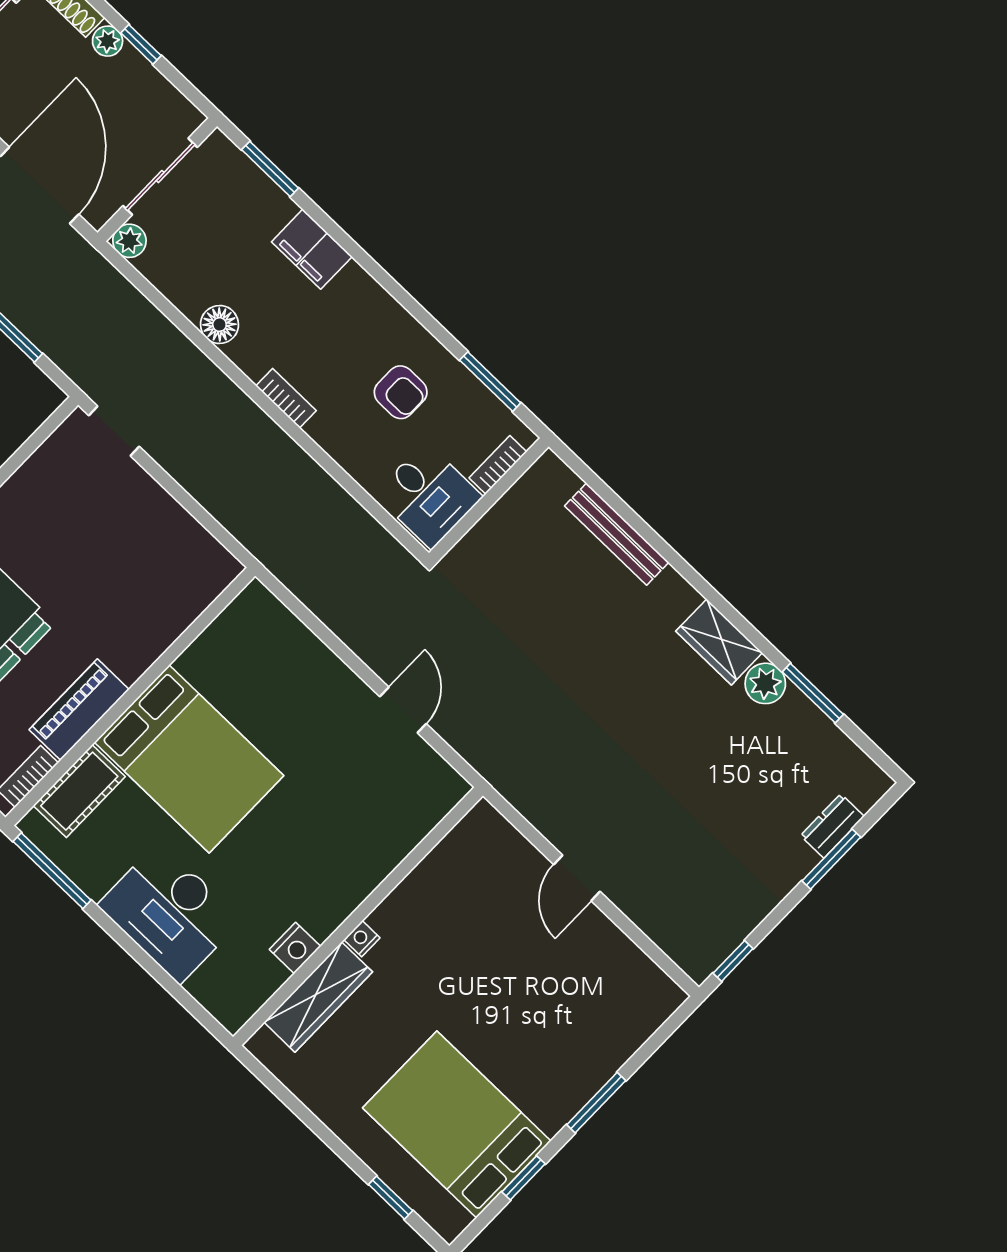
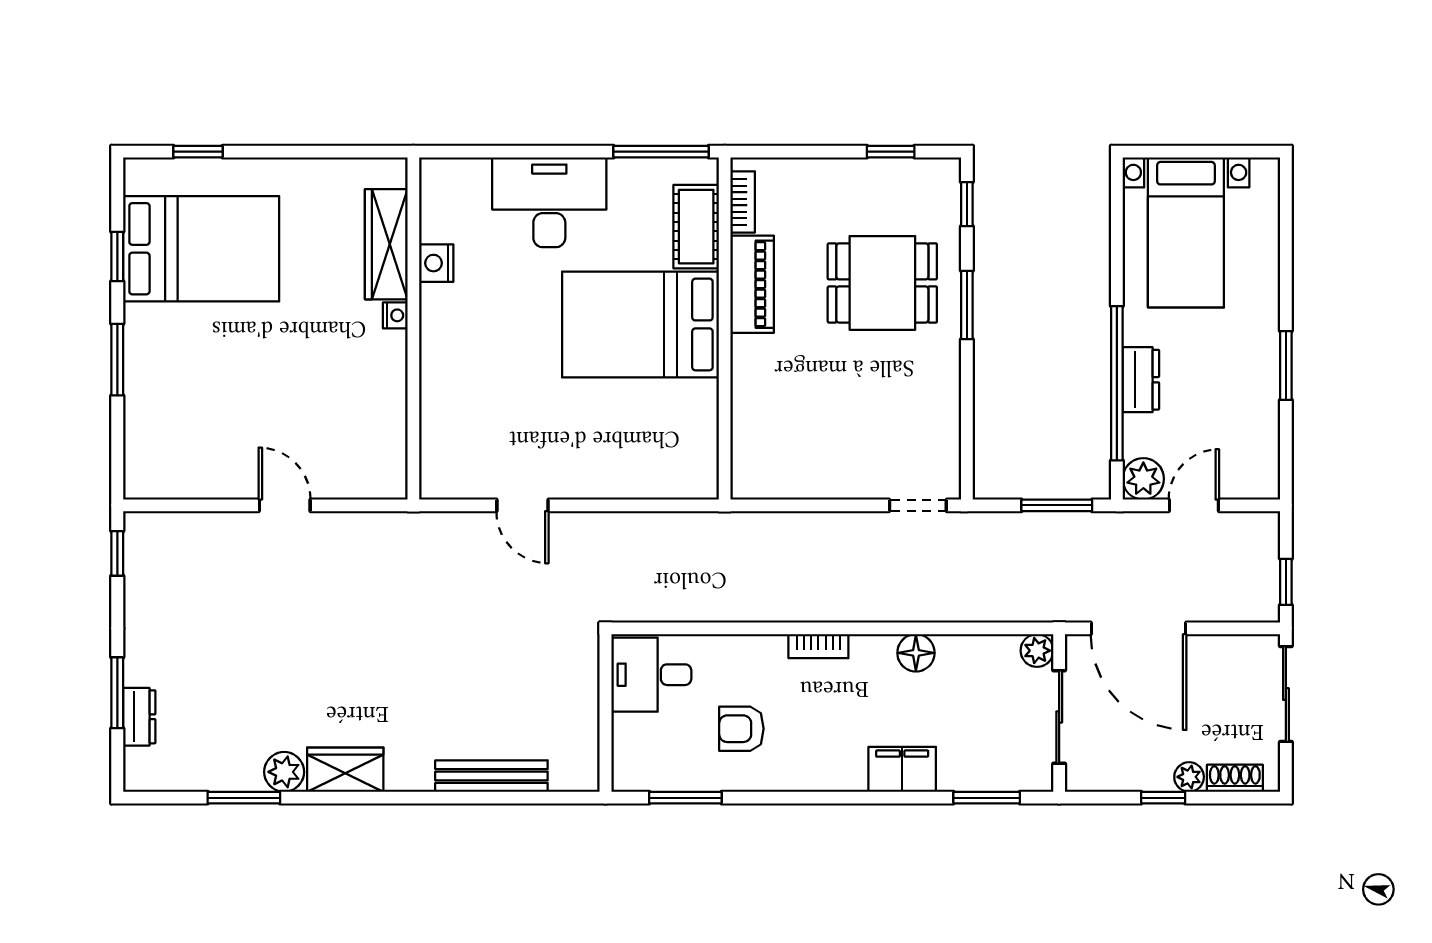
bookcase: (498, 465) -> (623, 744), removed

